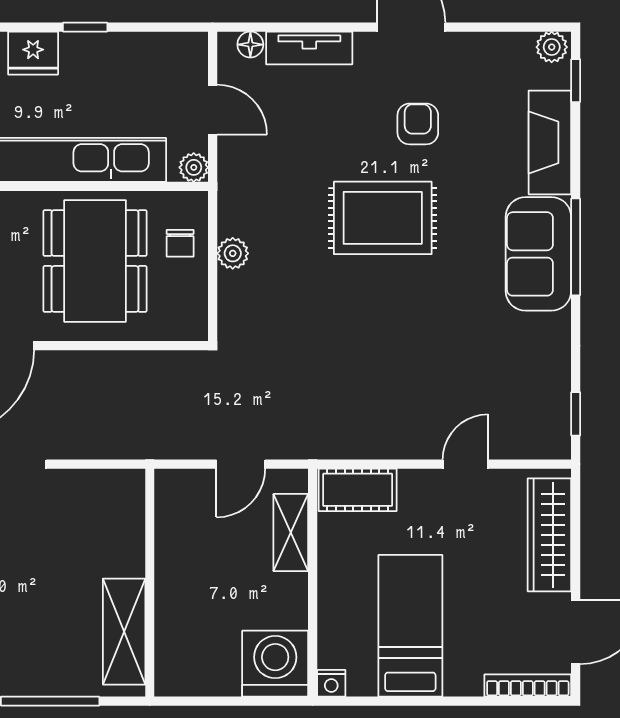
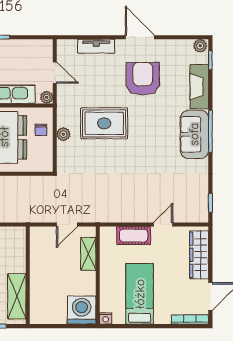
floor lamp: (250, 45) -> (71, 45), removed
armchair: (418, 124) -> (143, 79), width x1.88, depth x1.88
rug: (383, 218) -> (104, 123), moved
cot: (358, 490) -> (134, 236), moved

